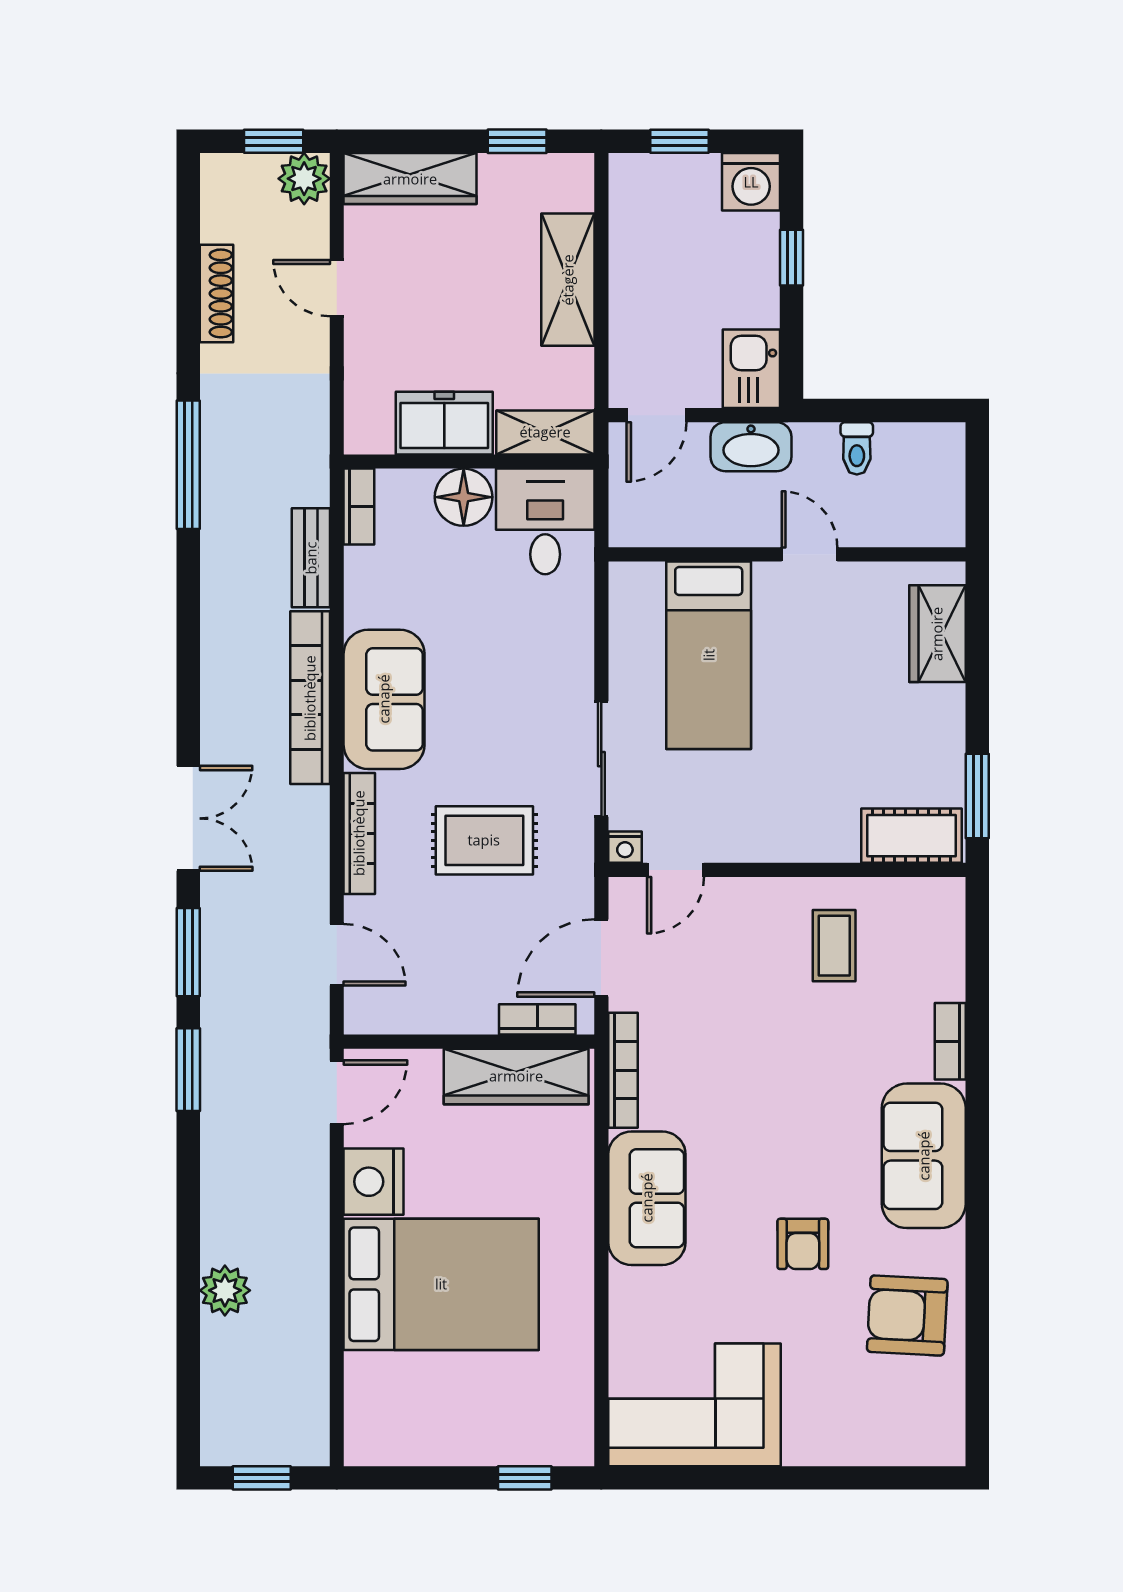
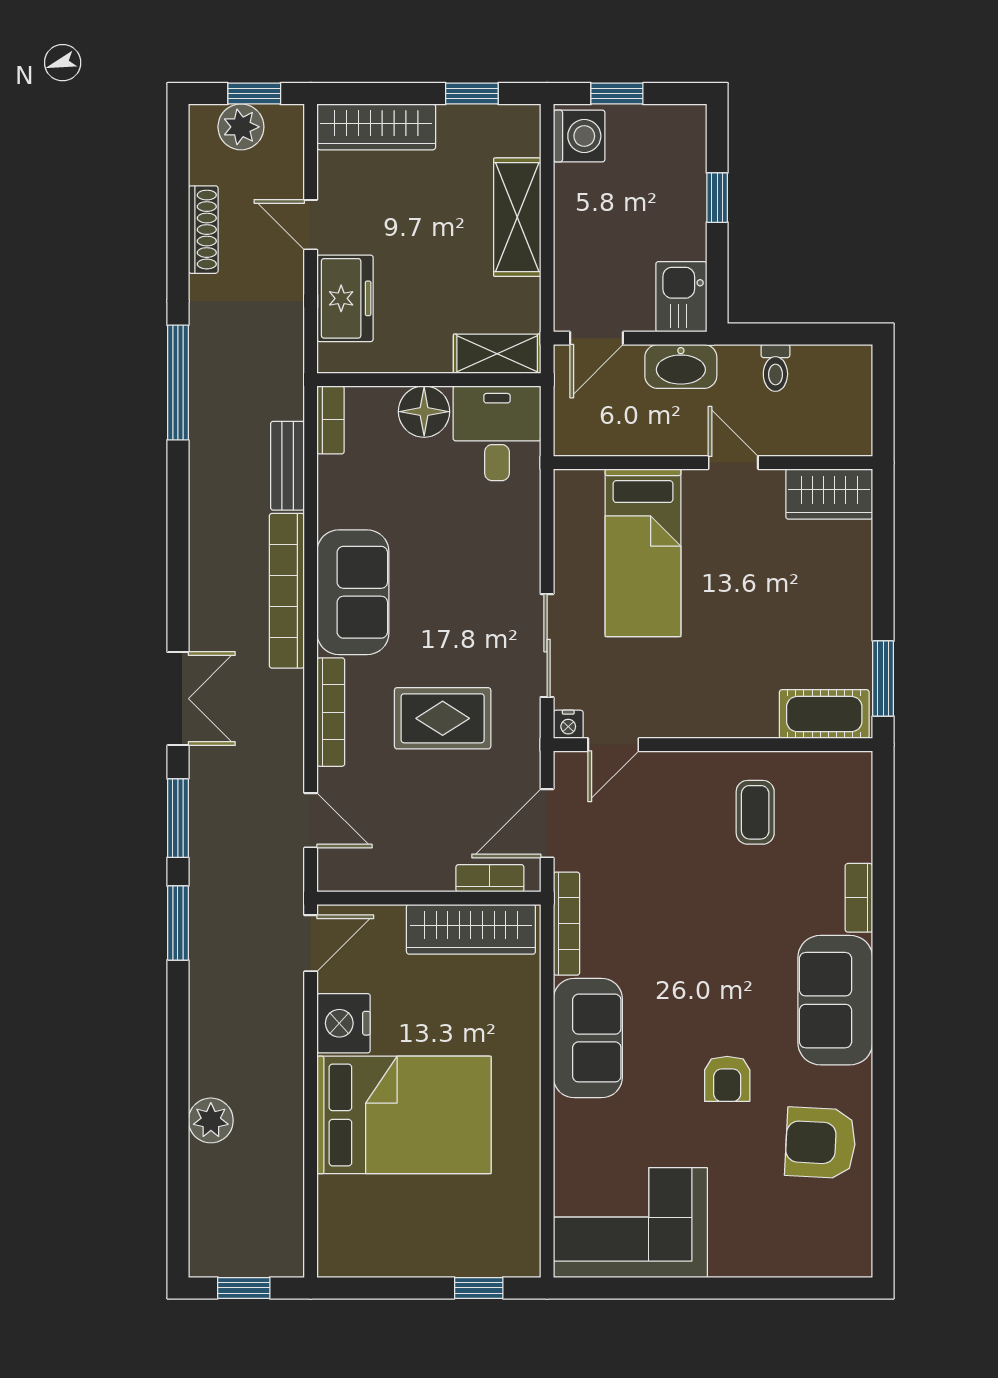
plant: (304, 179) -> (241, 127), moved
washing machine: (751, 182) -> (579, 136), moved, turned -90
freezer: (444, 423) -> (345, 298), moved, turned 90
wardrobe: (937, 634) -> (829, 494), moved, turned -90

